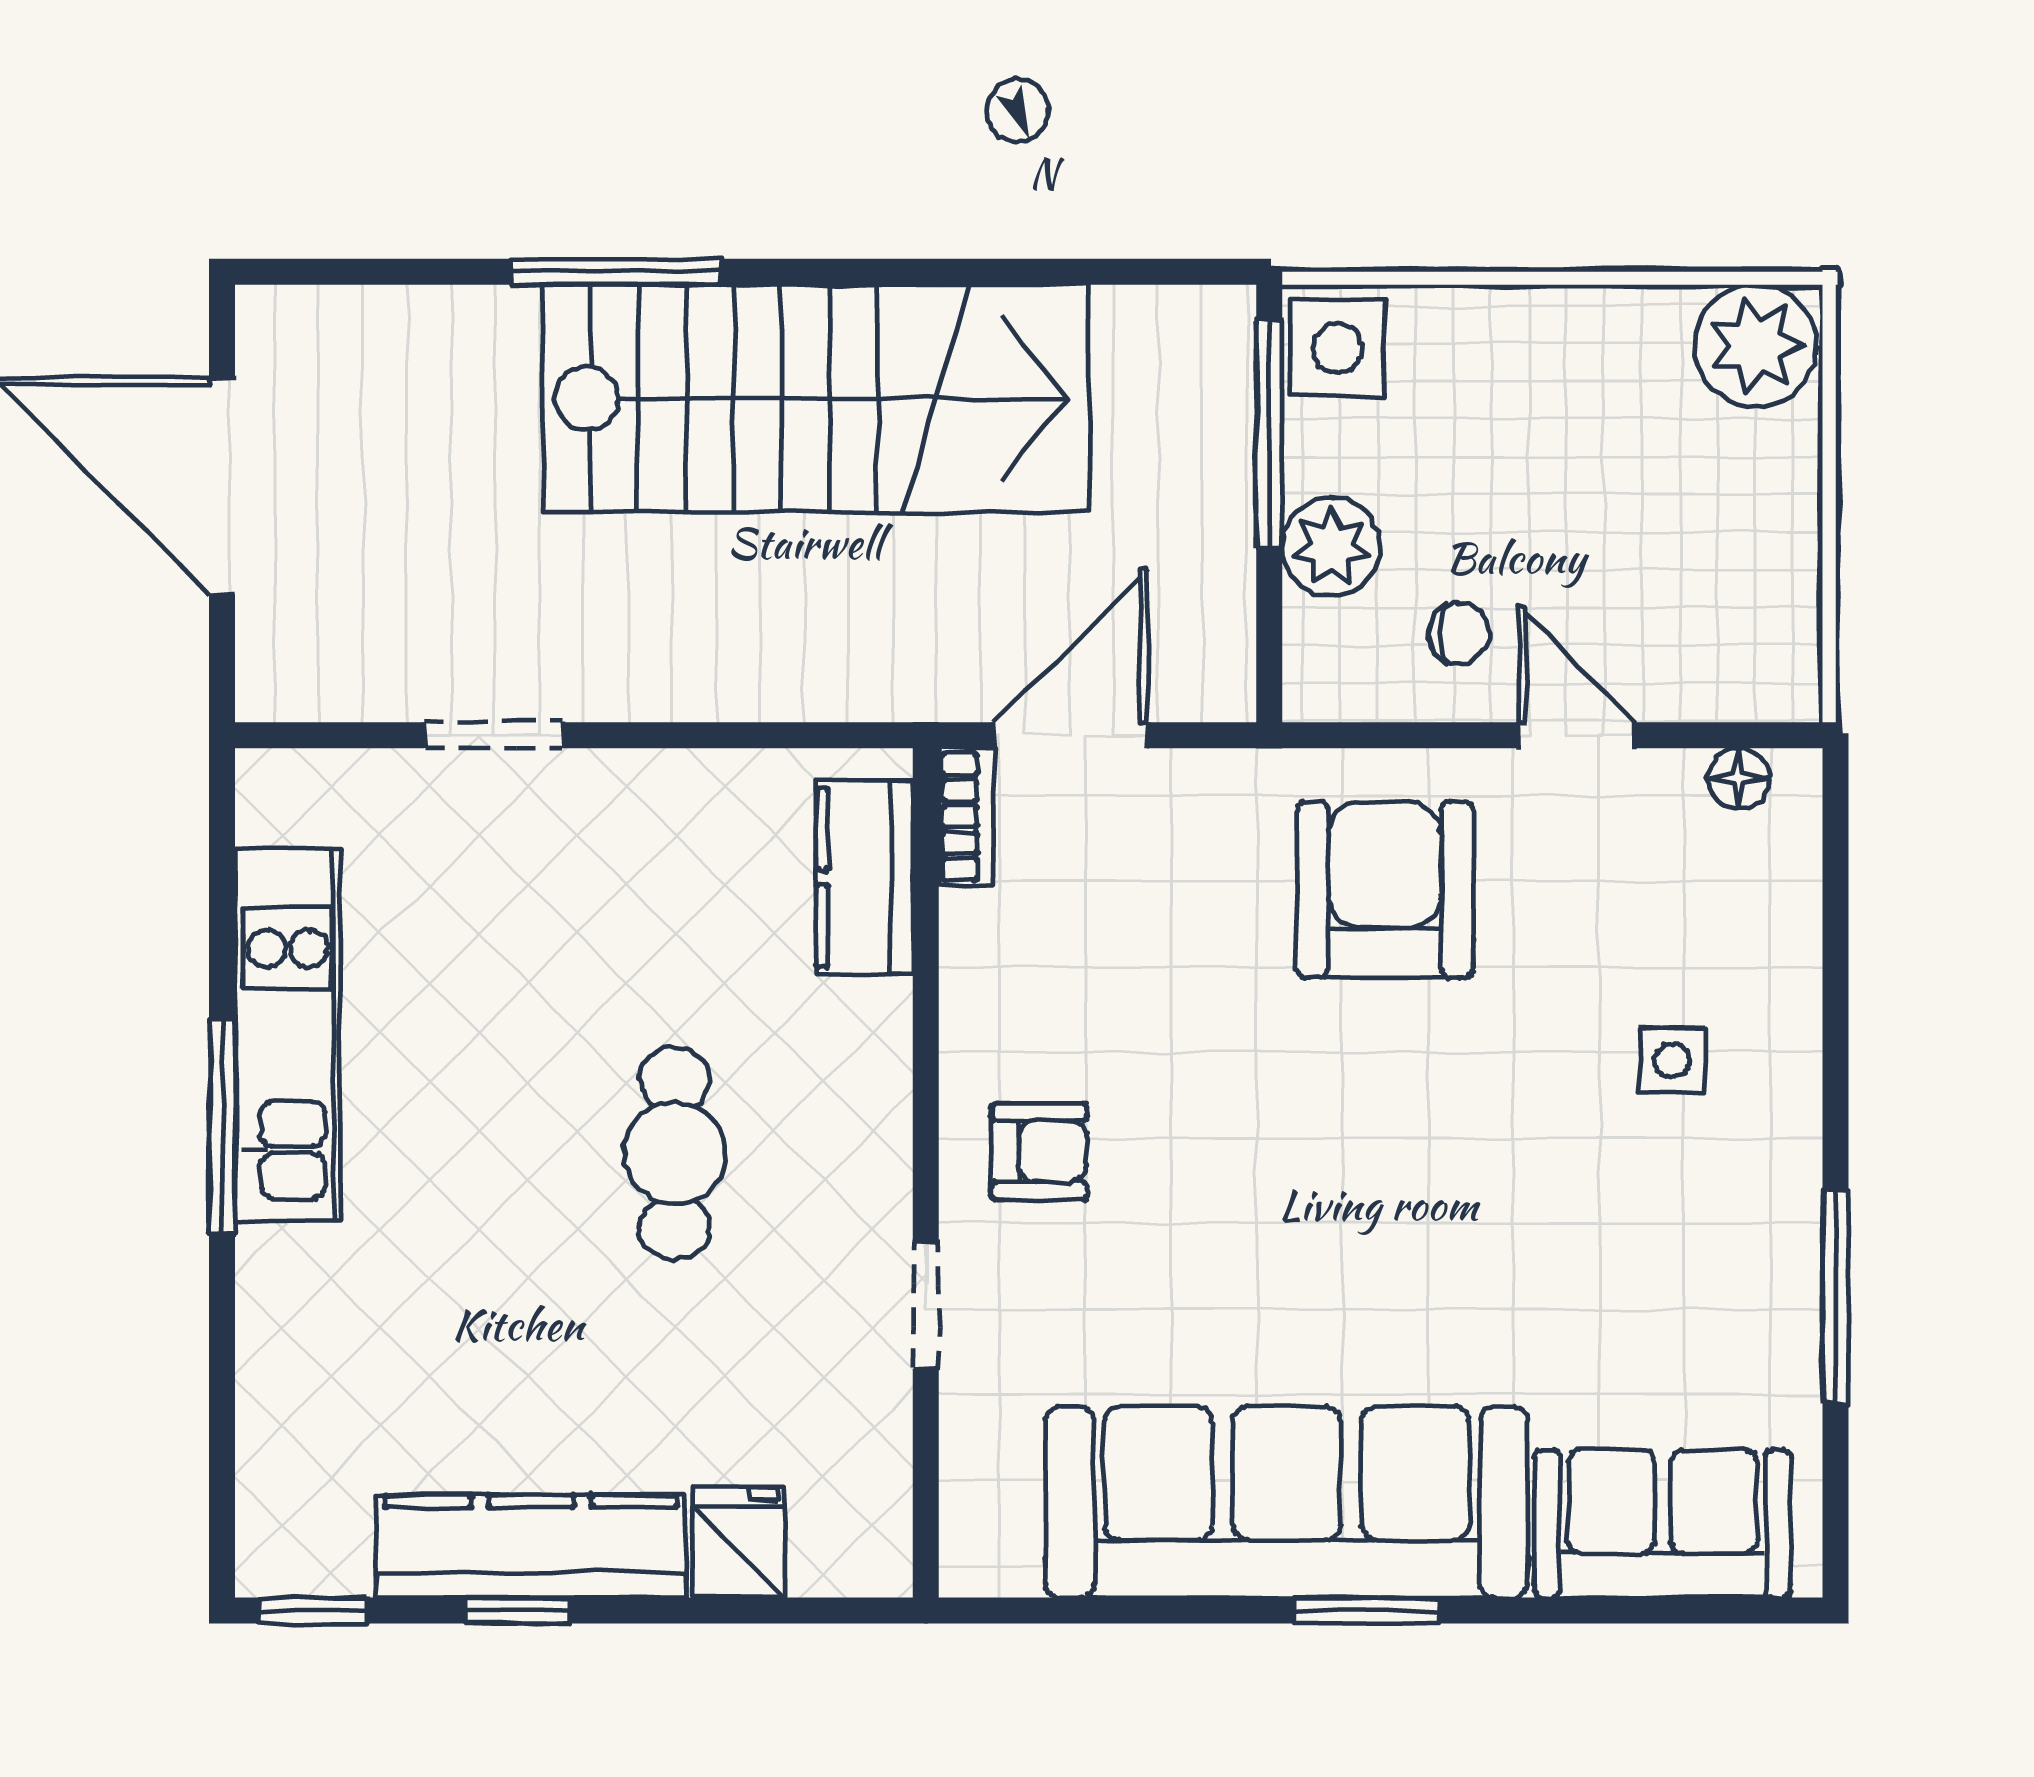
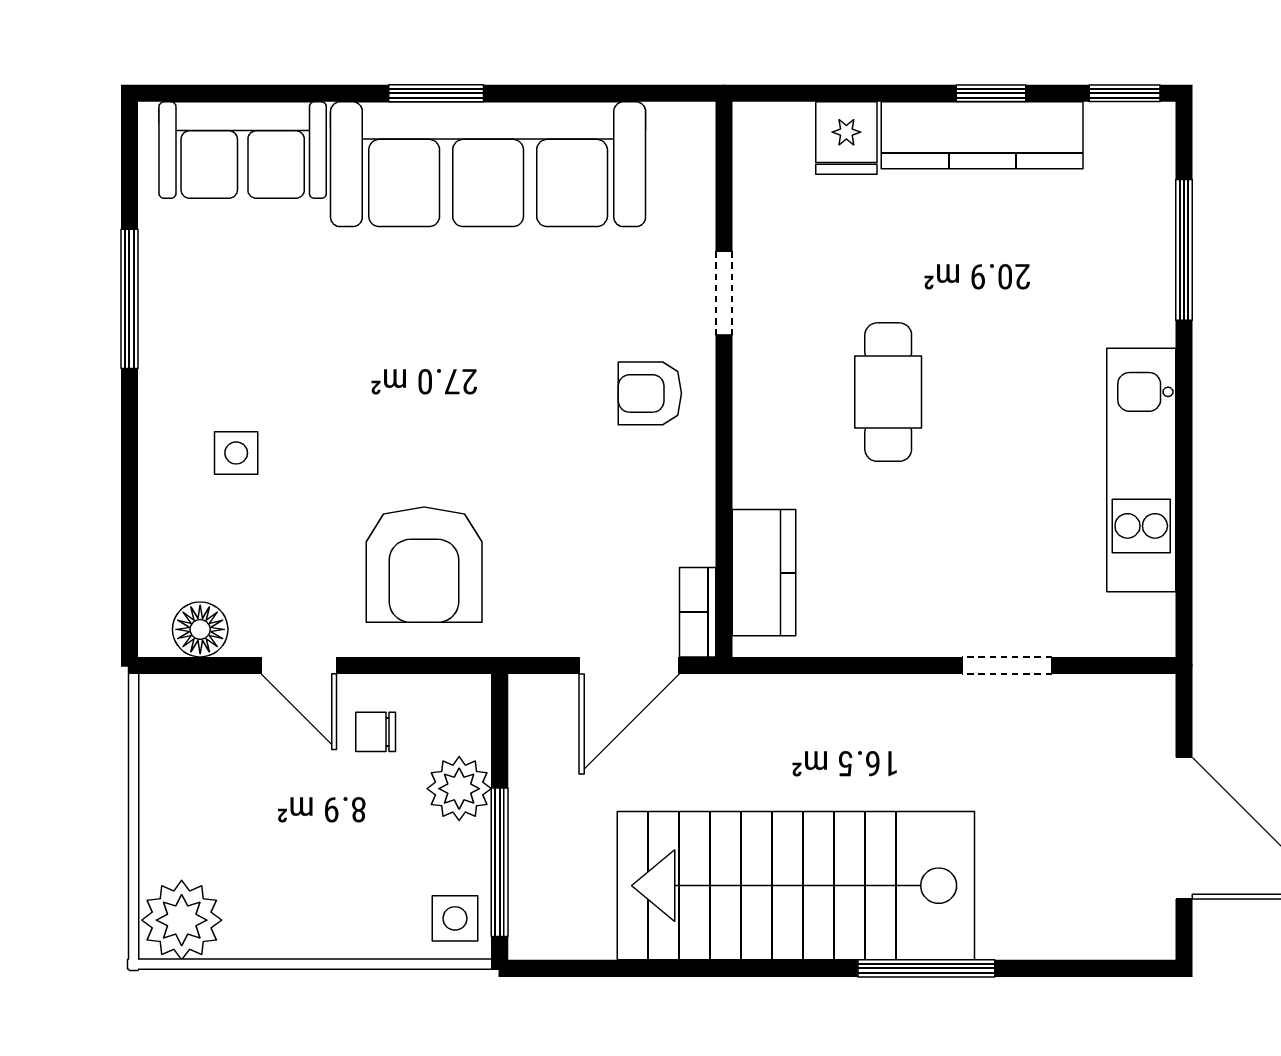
side table: (1337, 348) -> (455, 918), width x0.73, depth x0.73
floor lamp: (1739, 779) -> (200, 629), width x1.37, depth x1.37
window: (222, 1126) -> (1184, 250), moved

